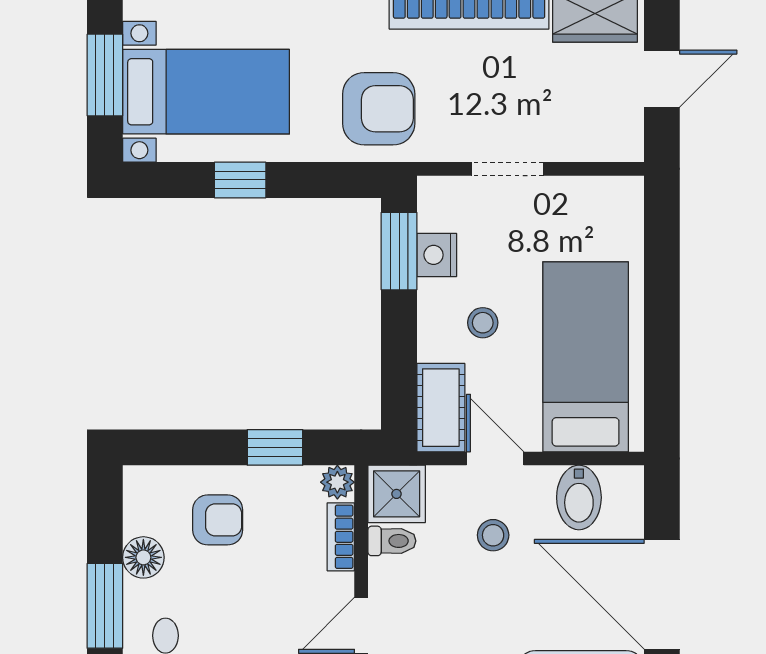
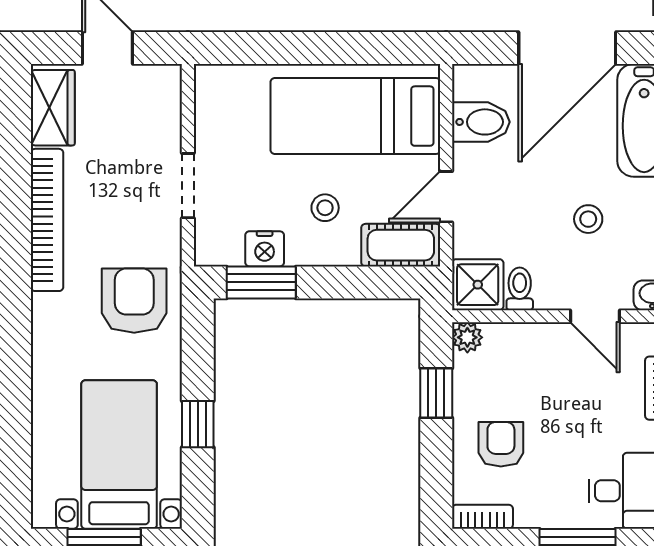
stool: (493, 535) -> (588, 219), moved
bookcase: (341, 537) -> (482, 517), moved, turned 180
floor lamp: (143, 557) -> (534, 510), removed

